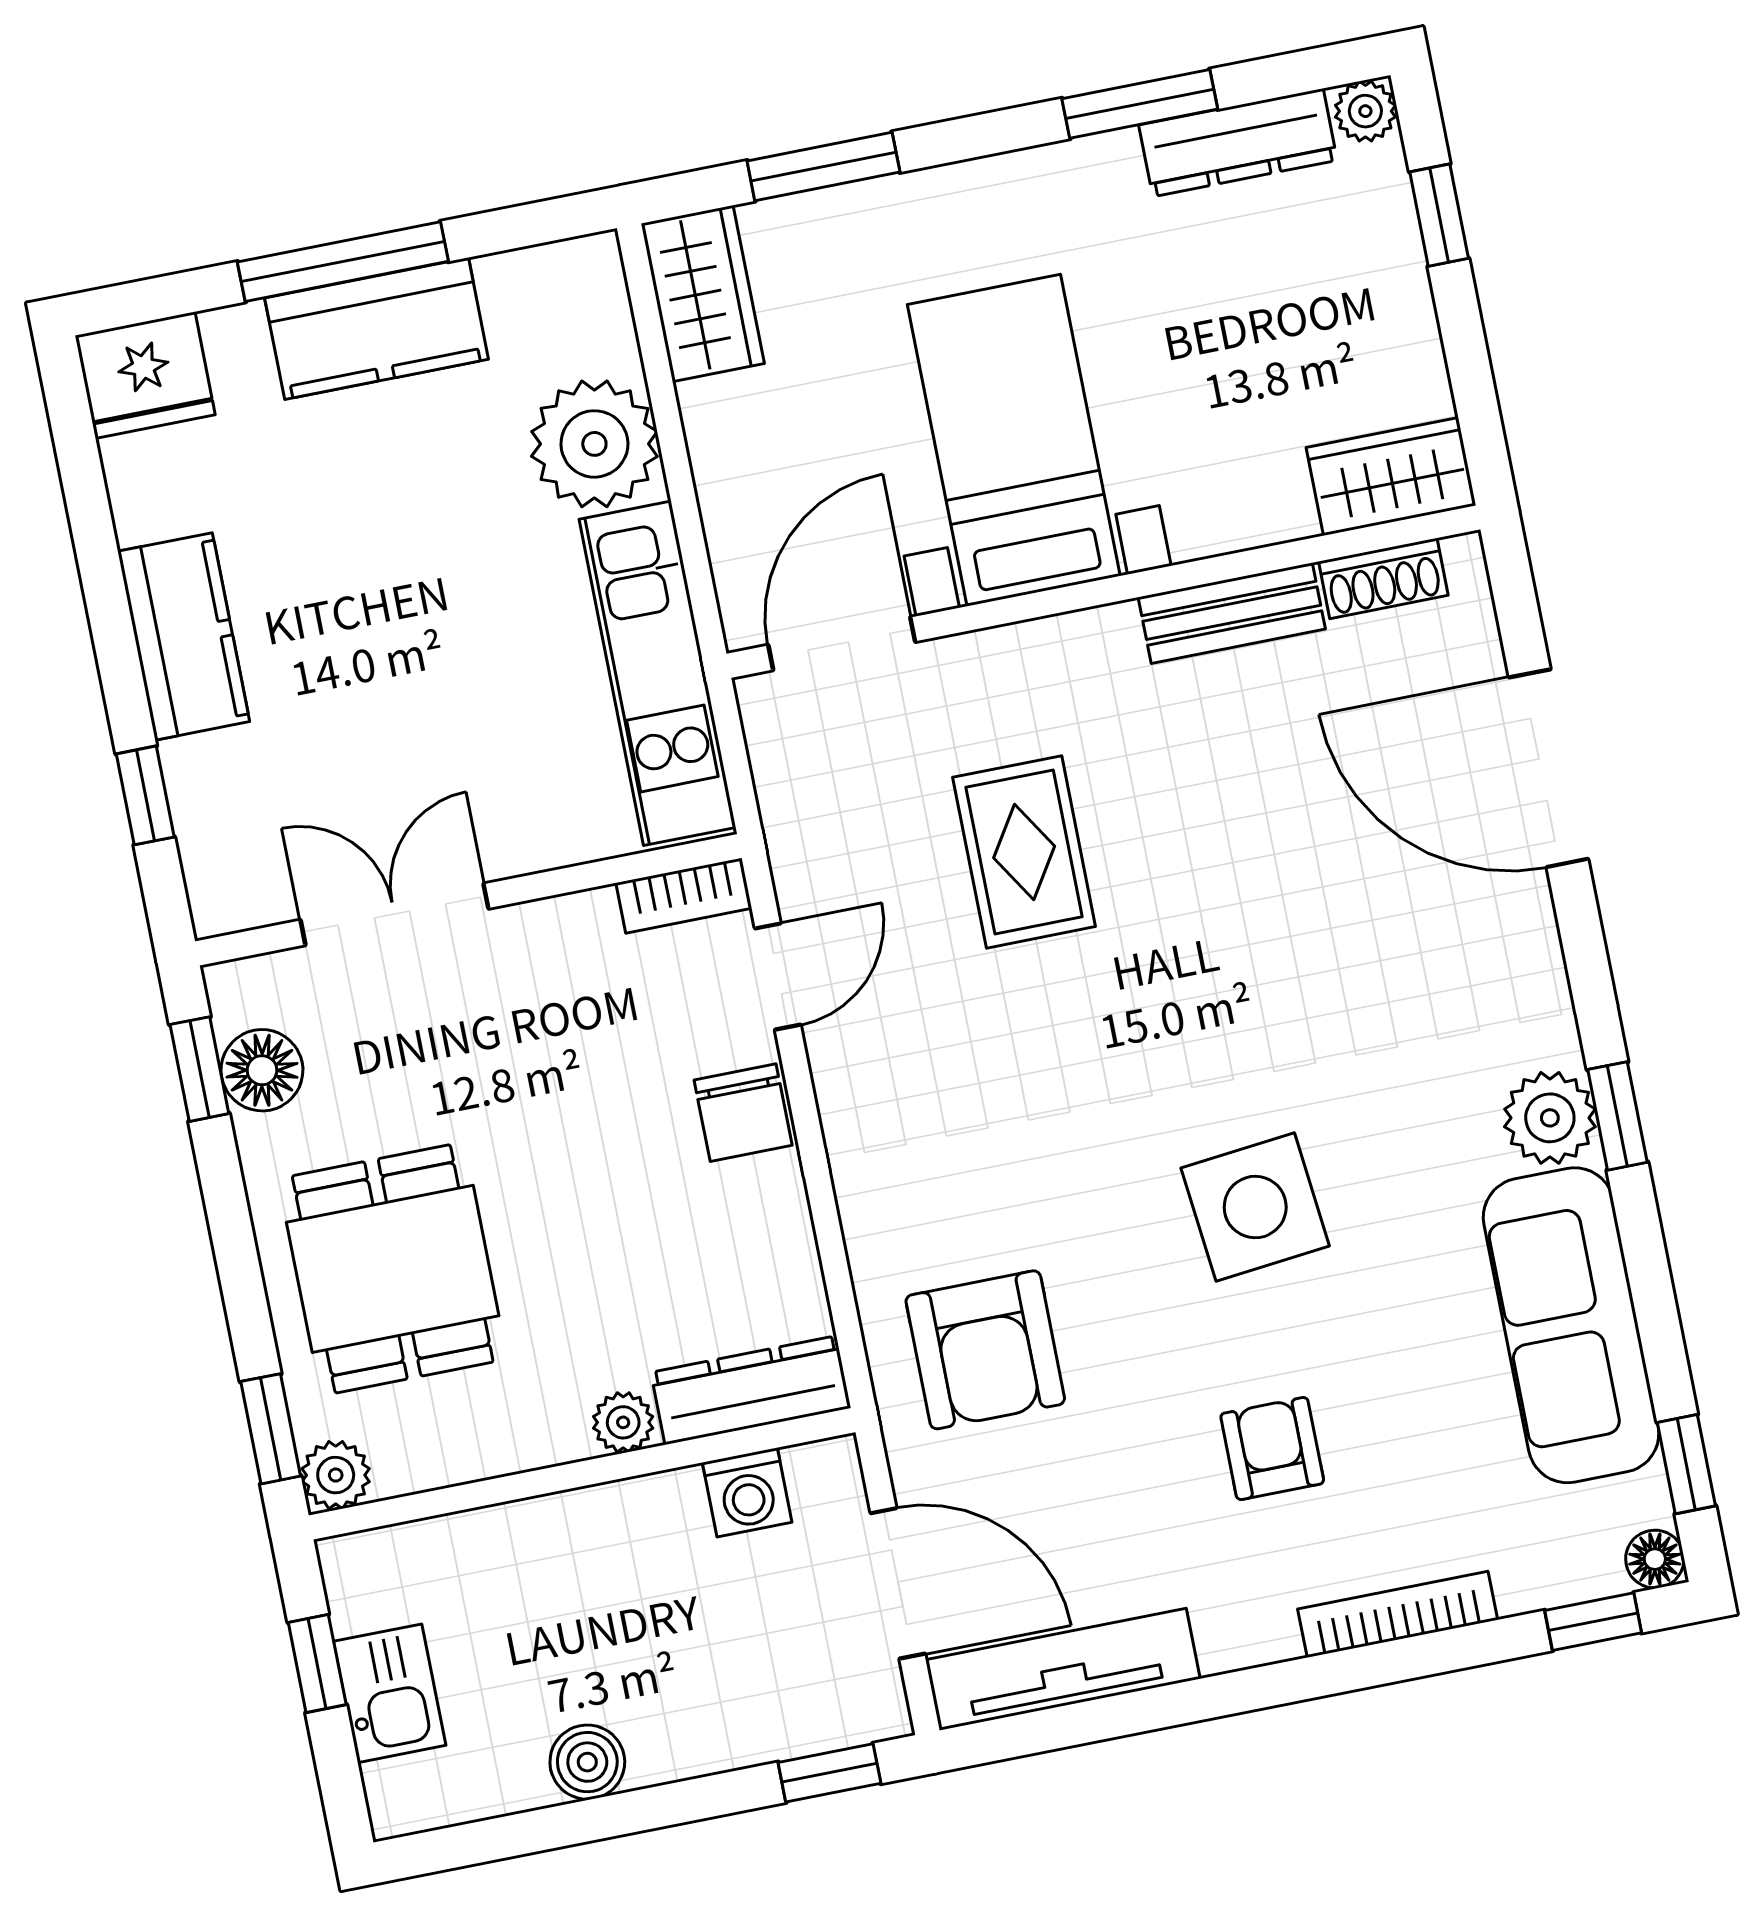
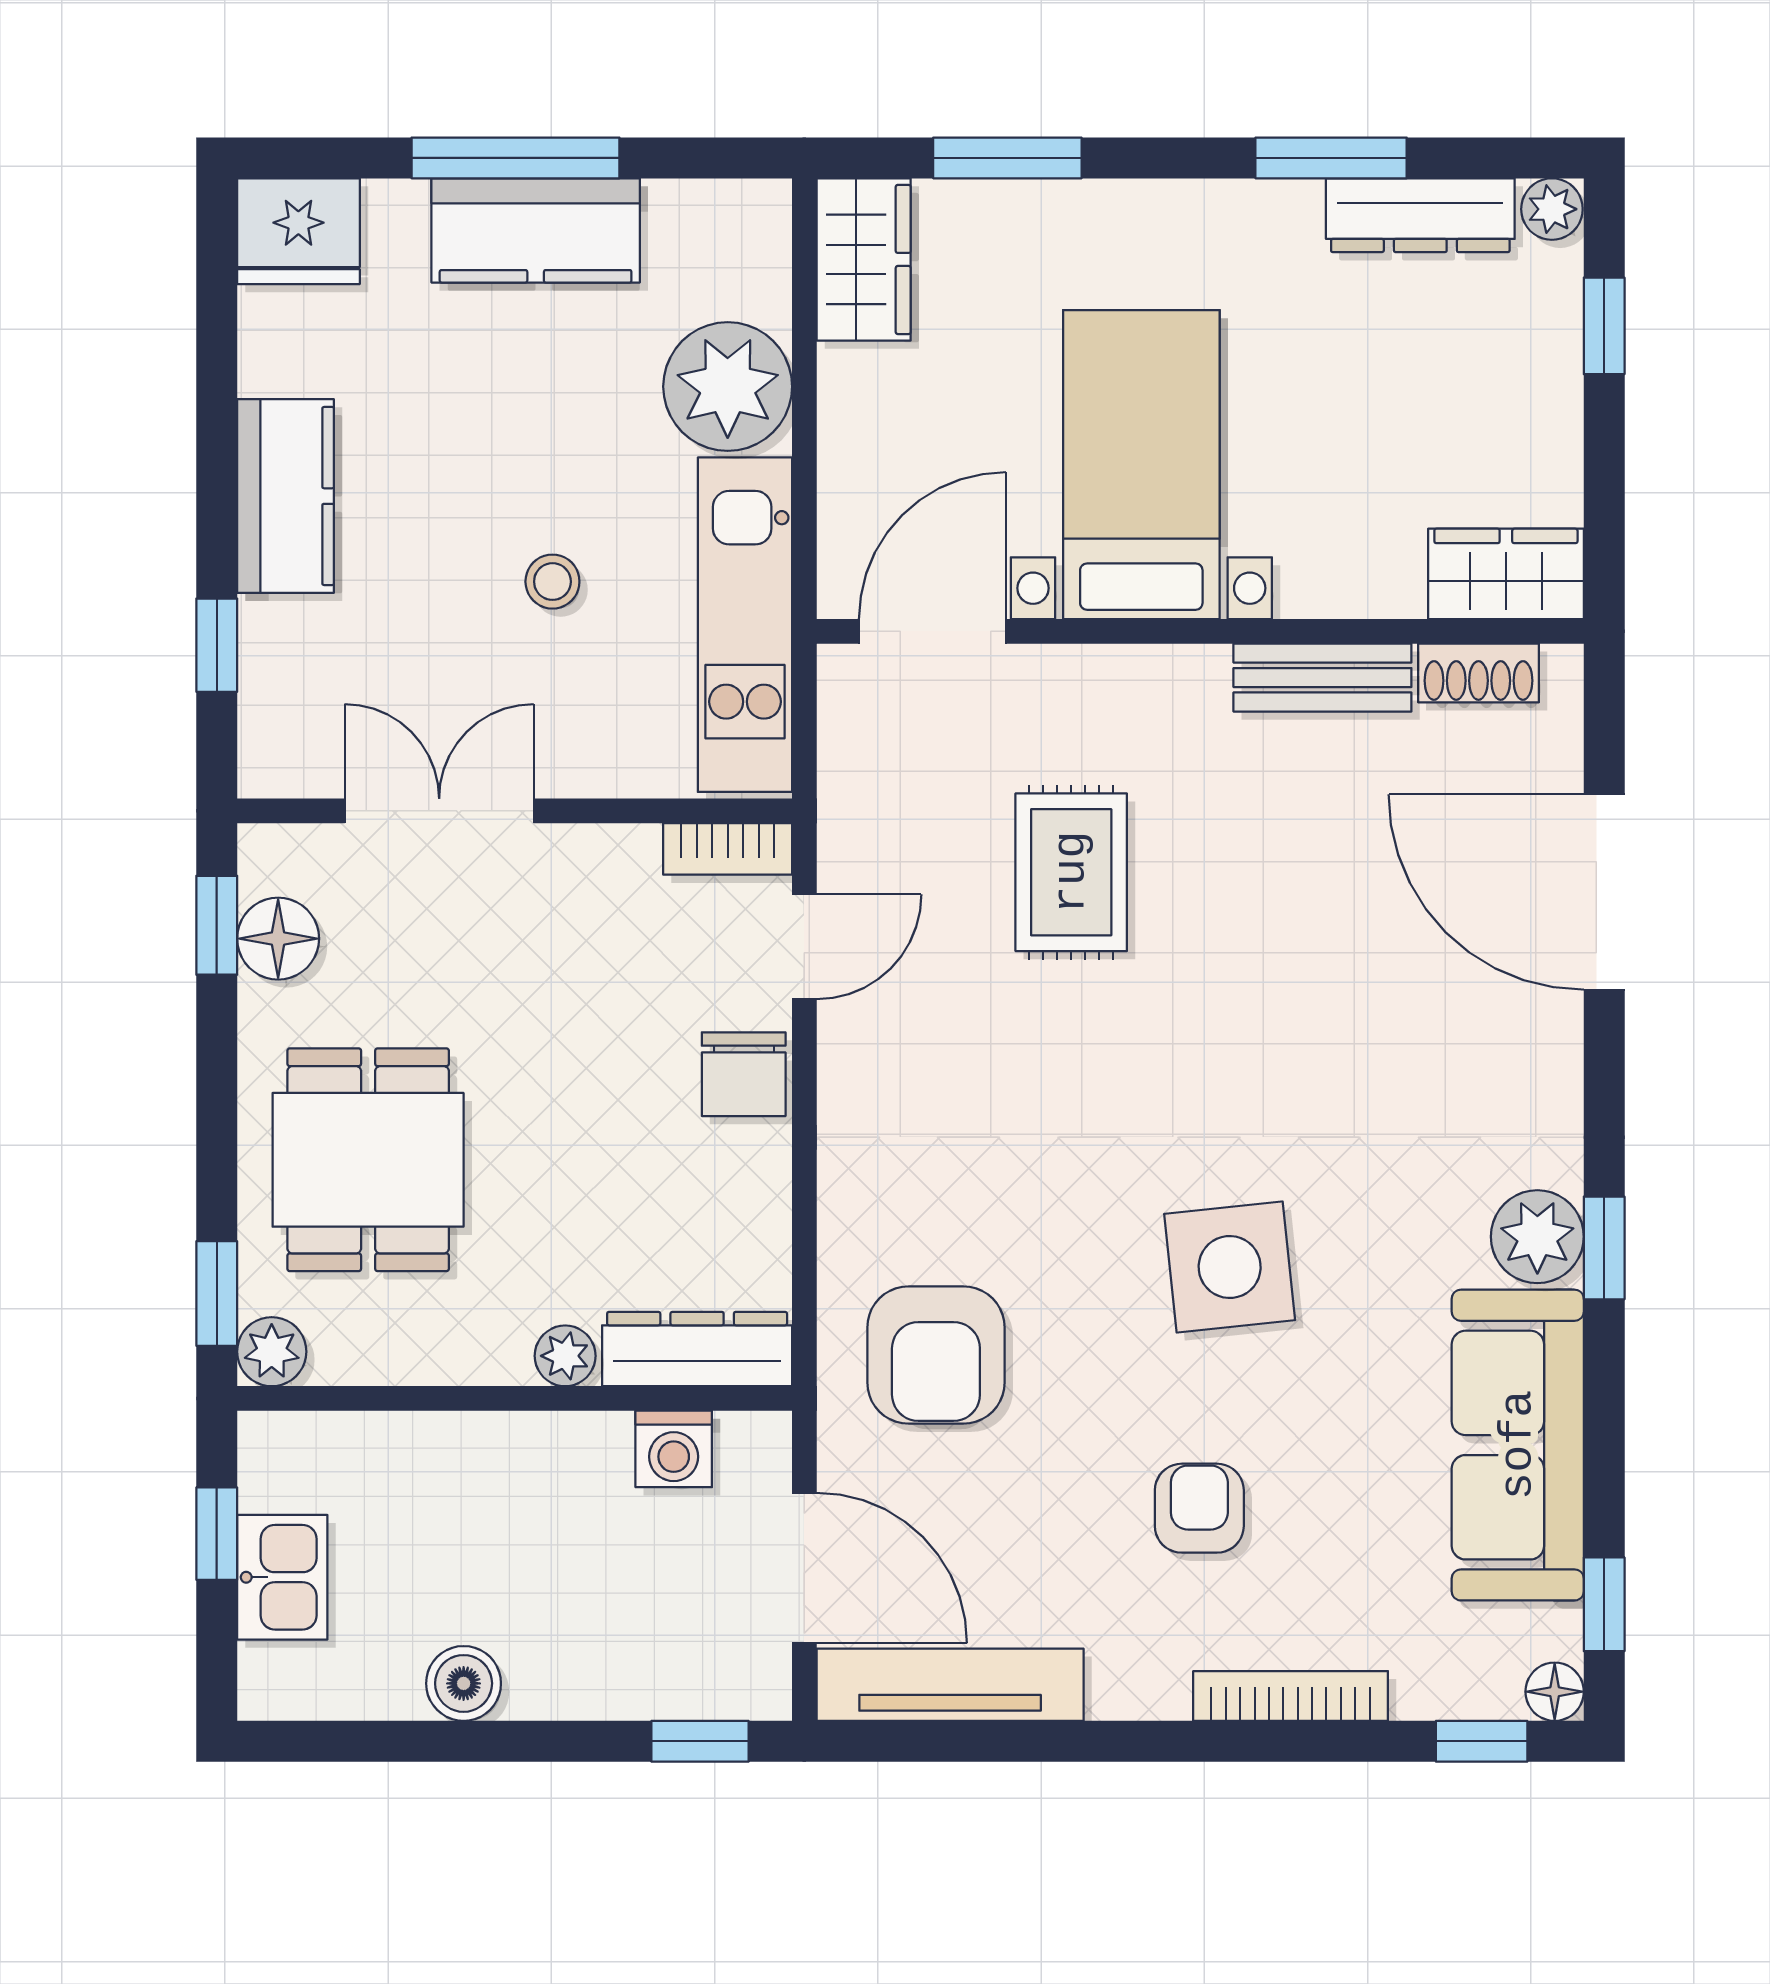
stool: (461, 668) -> (552, 582), added

